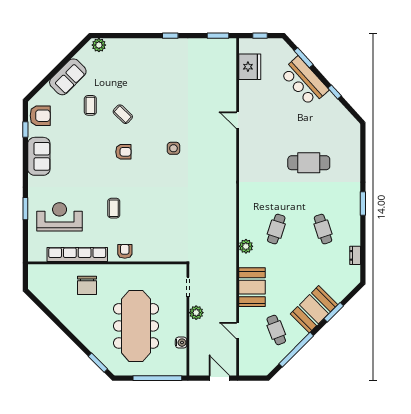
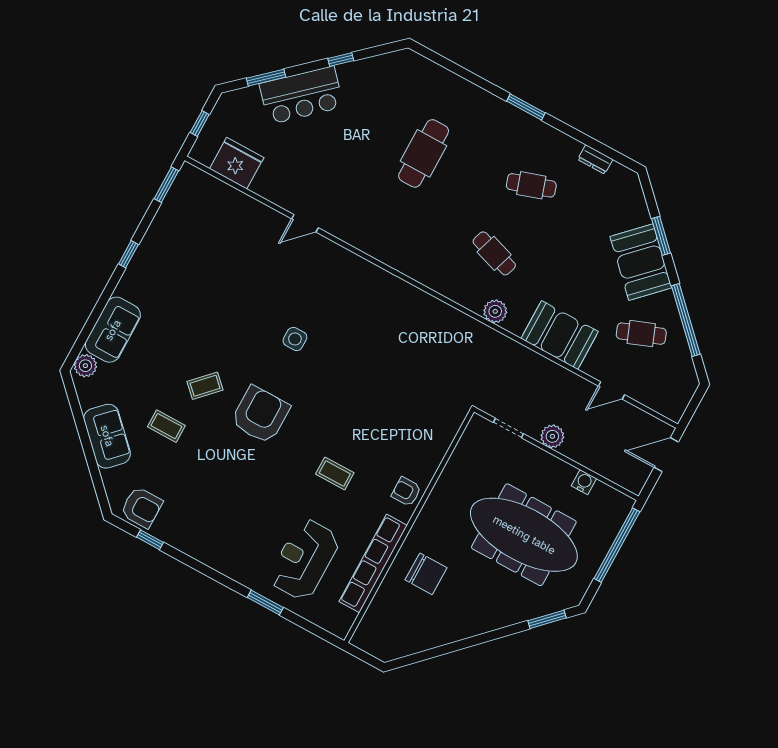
armchair: (40, 116) -> (142, 507), turned 90
armchair: (123, 152) -> (260, 415), width x1.88, depth x1.88
sofa: (39, 156) -> (113, 330), moved, turned 90

